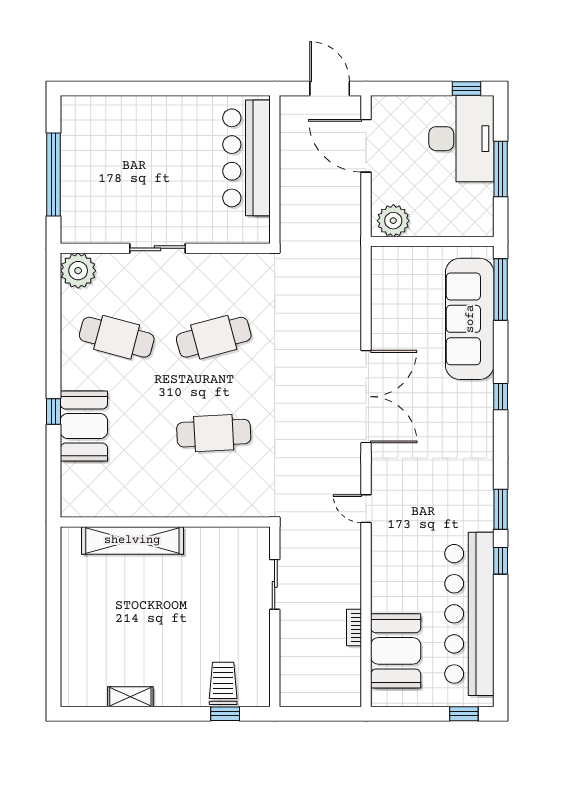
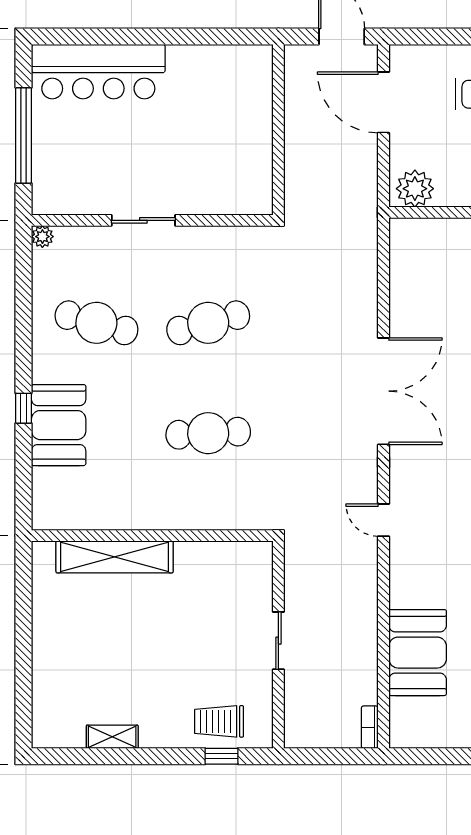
bar counter: (247, 158) -> (98, 72), moved, turned -90
plant: (78, 271) -> (42, 237), width x0.53, depth x0.53
sliding door: (275, 584) -> (278, 641), moved
bookcase: (354, 627) -> (370, 727), moved
booth: (396, 651) -> (418, 653), moved
trolley: (223, 683) -> (219, 721), turned -90

